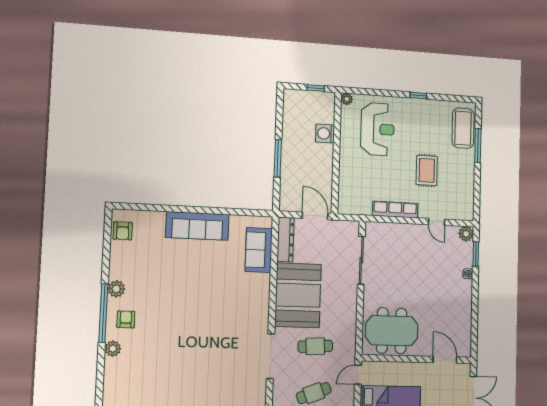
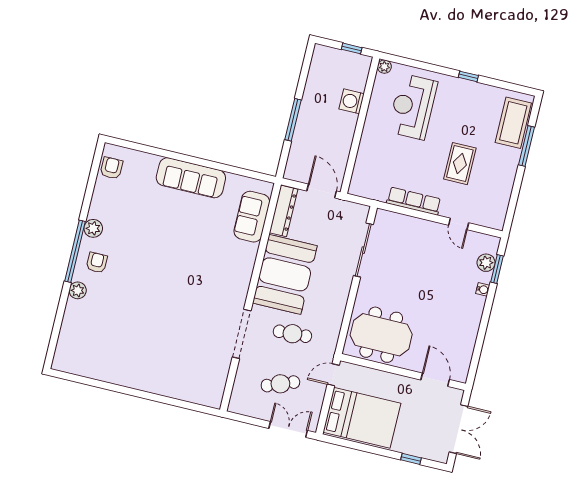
reception desk: (378, 129) -> (413, 107), turned 180
armchair: (123, 231) -> (111, 168), turned 180
plant: (466, 234) -> (486, 263), moved

